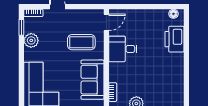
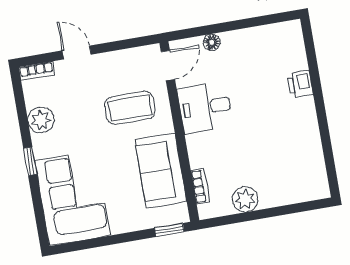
floor lamp: (173, 14) -> (212, 42), moved
window: (21, 27) -> (30, 161), moved
printer: (174, 39) -> (300, 84), width x0.53, depth x0.68

